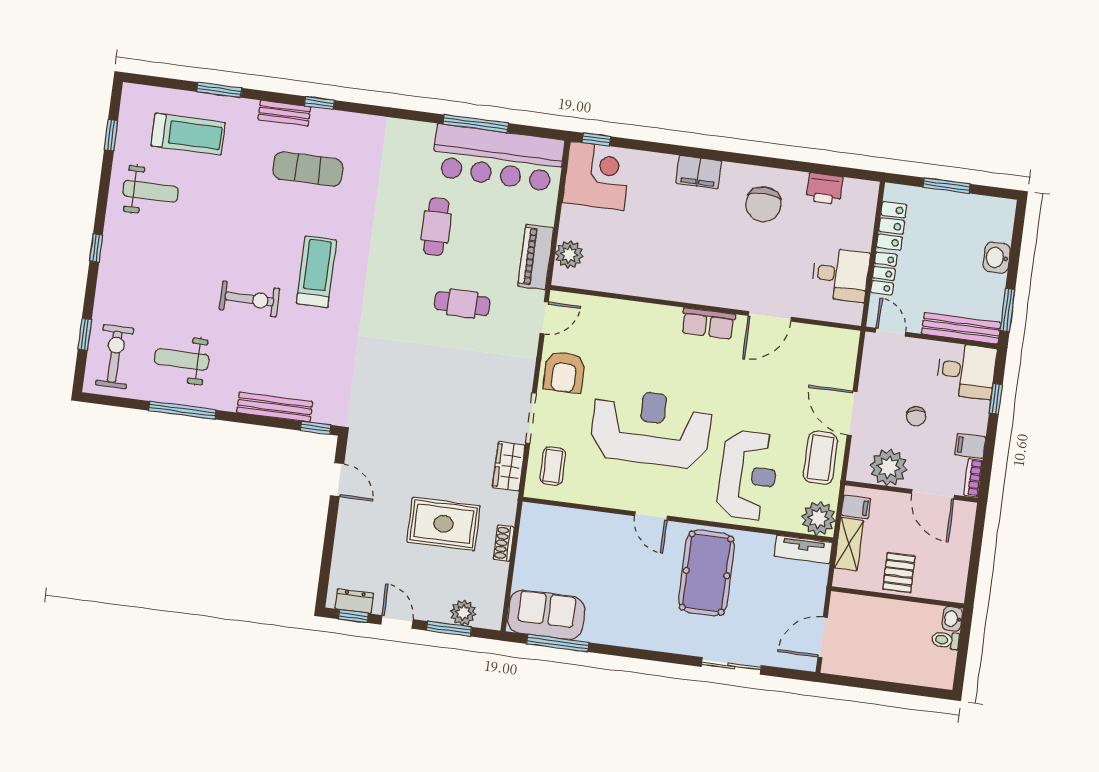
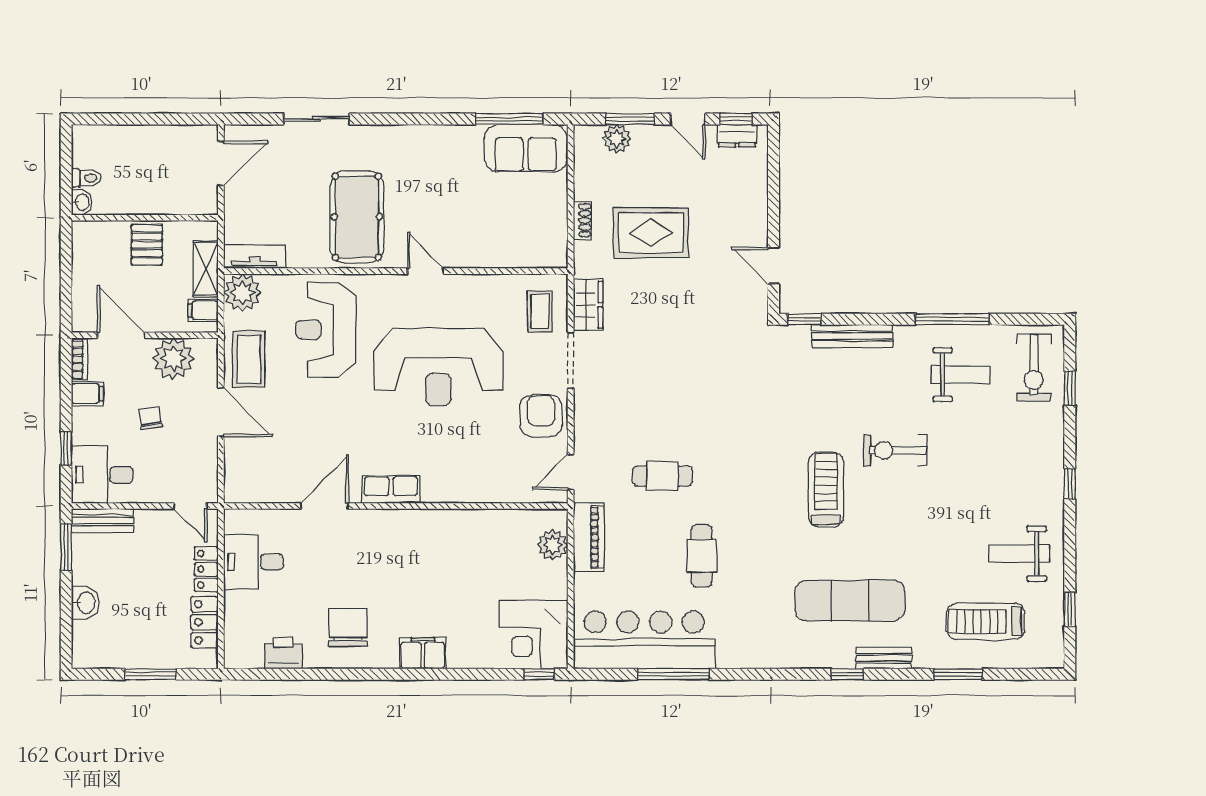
exercise mat: (308, 169) -> (850, 601), width x1.36, depth x1.45
treadmill: (317, 272) -> (826, 490), turned 180
bench: (961, 328) -> (103, 521), width x0.73

